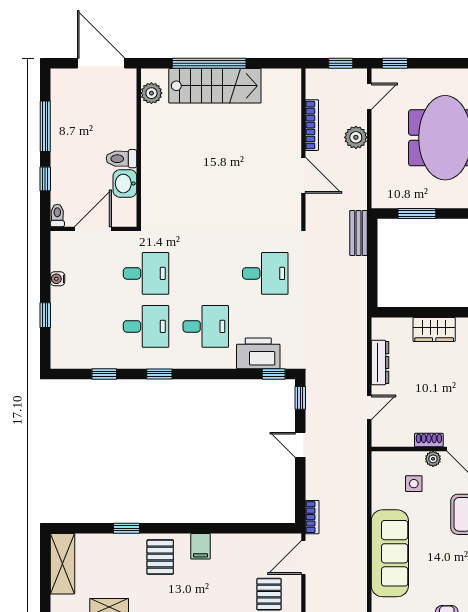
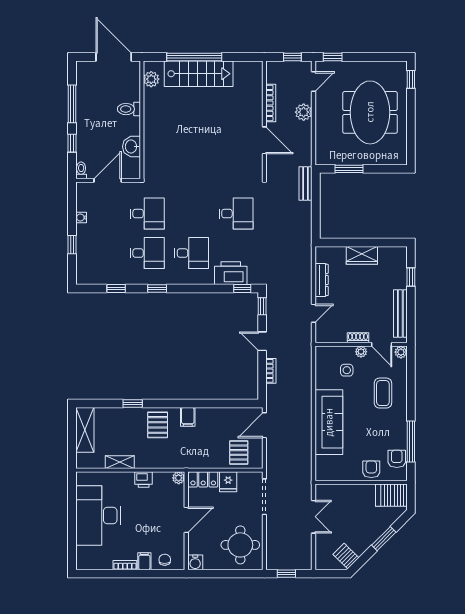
toilet: (122, 159) -> (129, 109), moved
bookcase: (312, 517) -> (271, 371), moved

